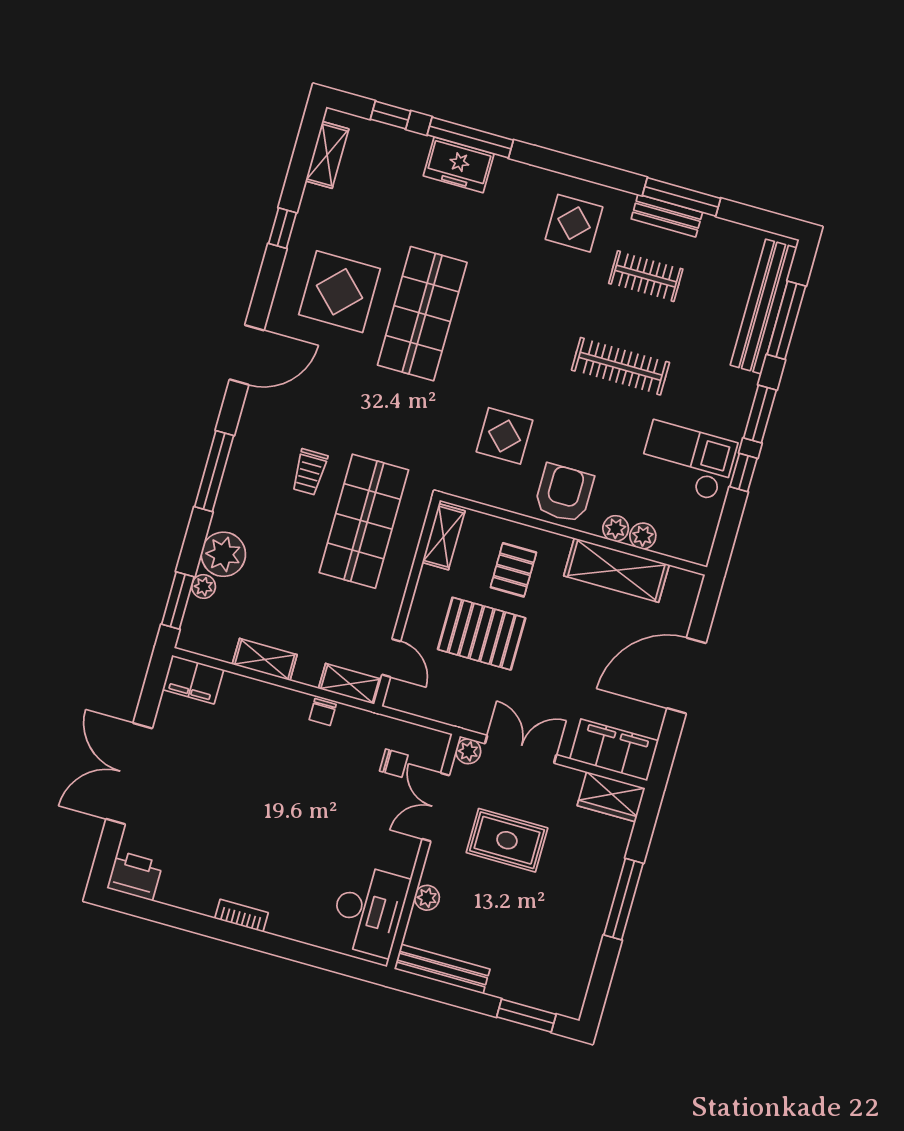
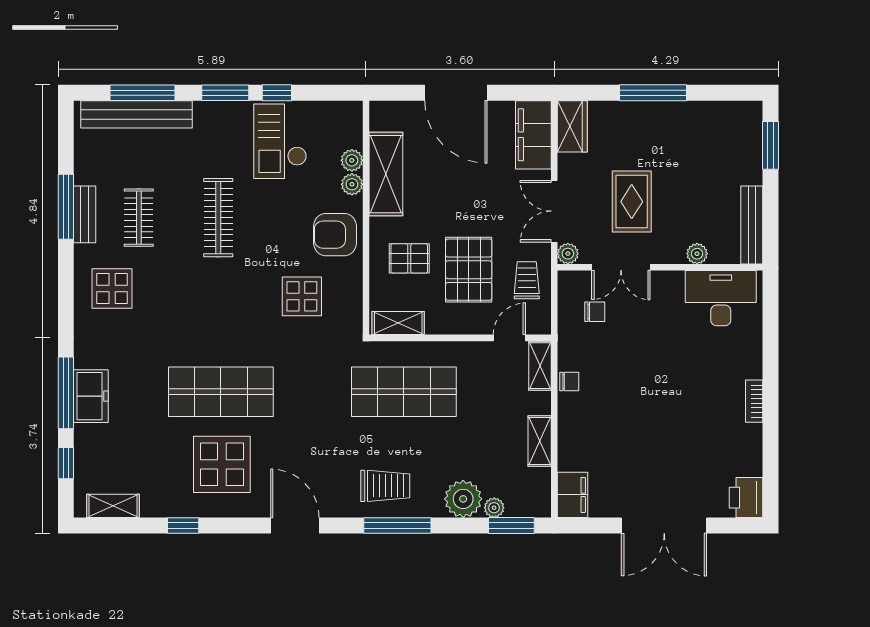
trolley: (309, 472) -> (385, 486), moved, width x1.36, depth x1.39
trolley: (451, 696) -> (527, 280), added
chair: (394, 763) -> (595, 312), turned 90

